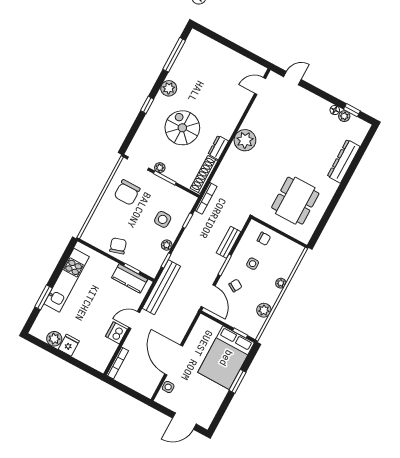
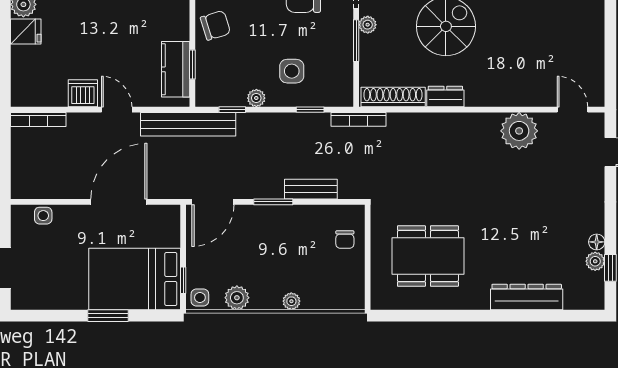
plant: (245, 140) -> (519, 131), moved
side table: (253, 264) -> (200, 298), moved
chair: (235, 286) -> (251, 235), removed
door: (174, 360) -> (119, 202), moved

